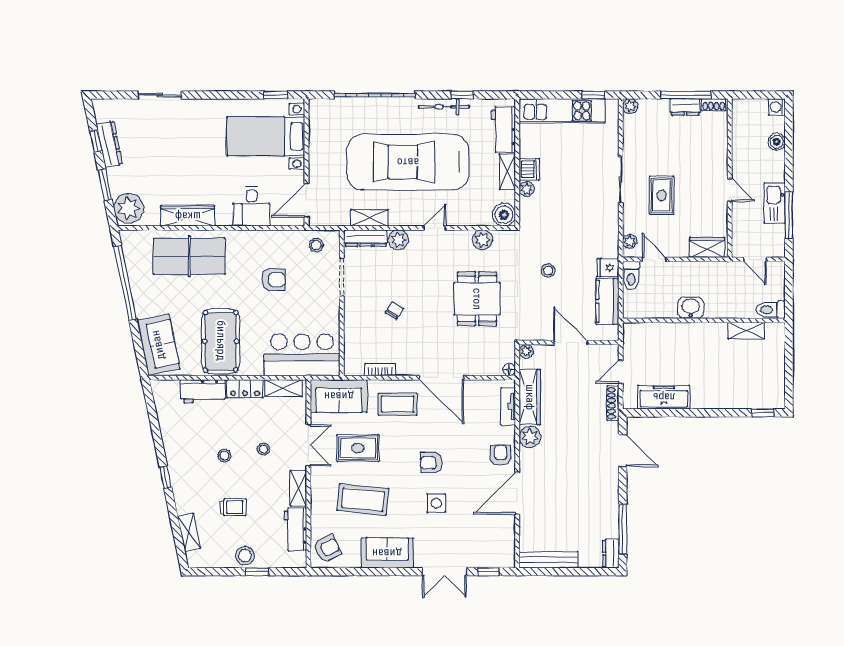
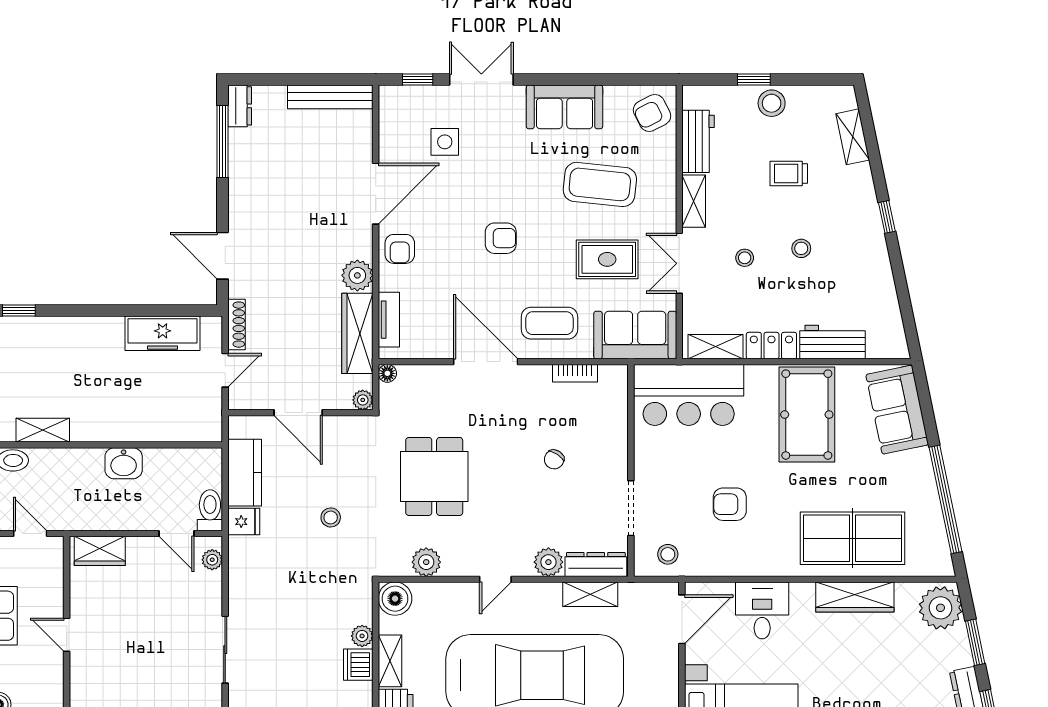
rug: (661, 195) -> (166, 627), removed
side table: (436, 503) -> (445, 142), moved

